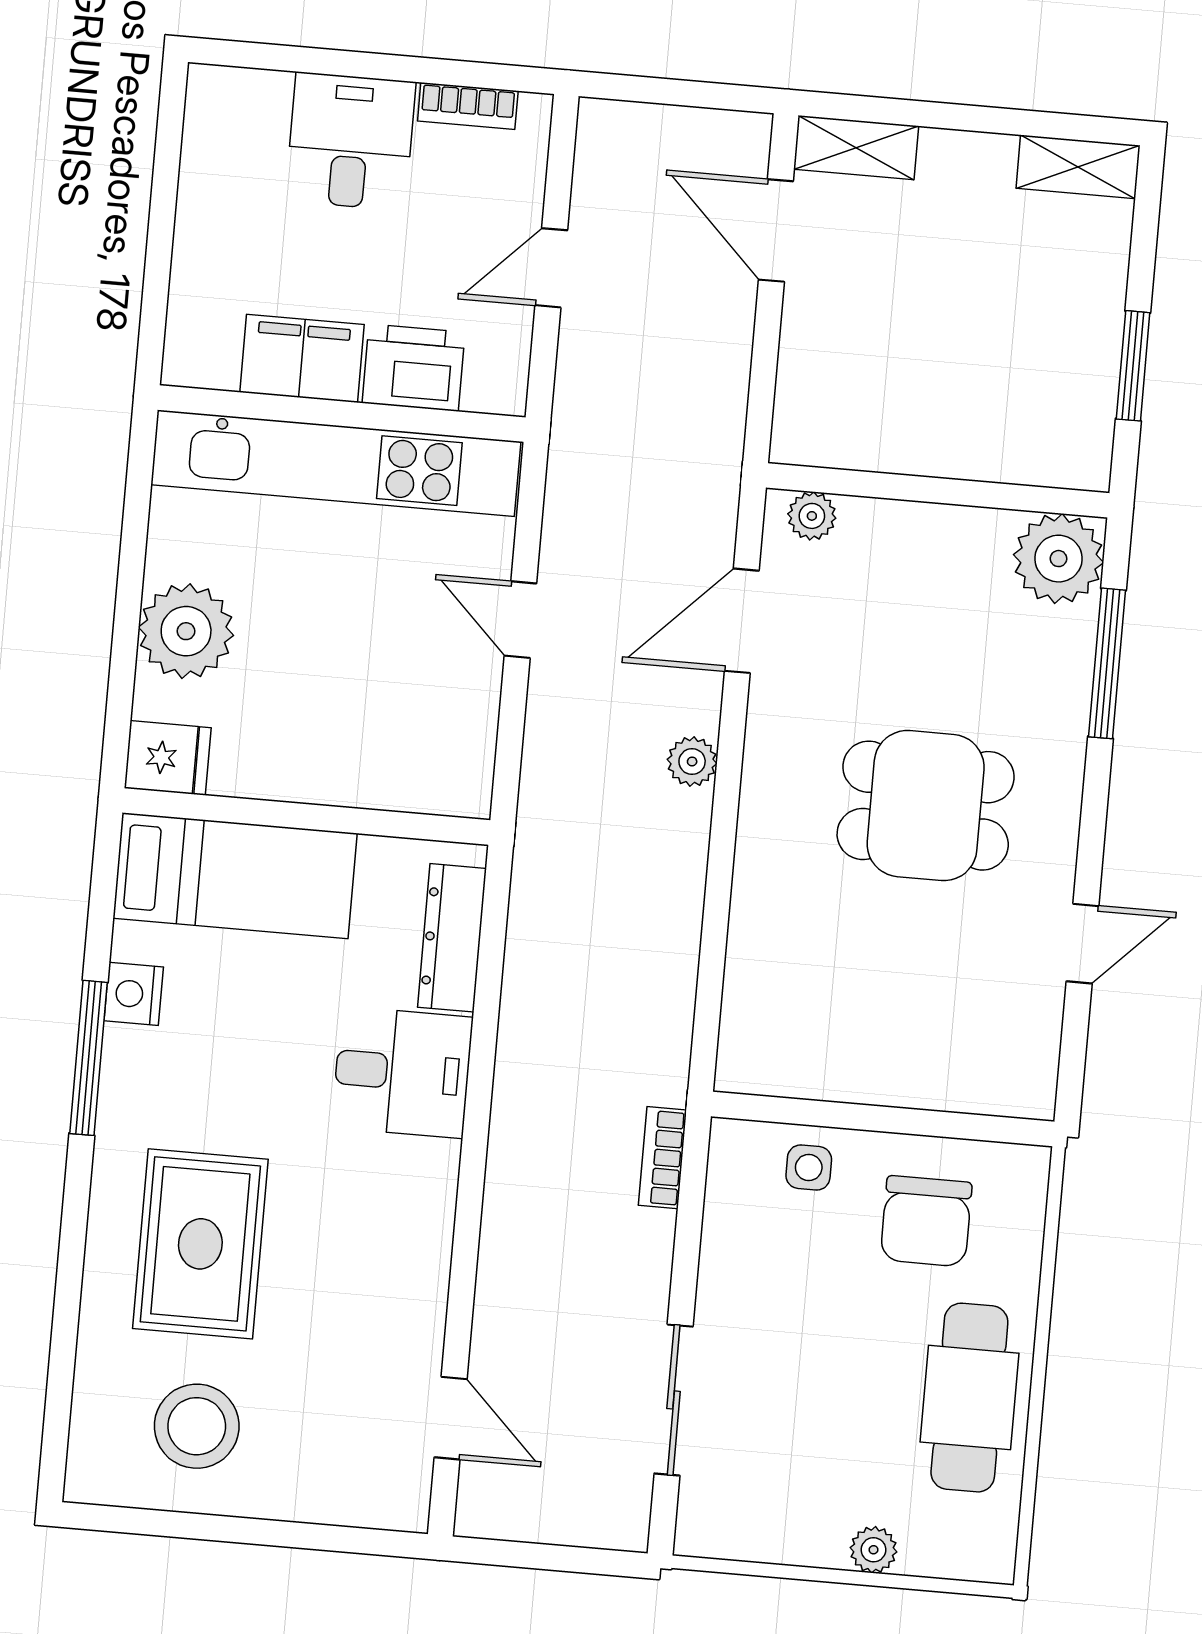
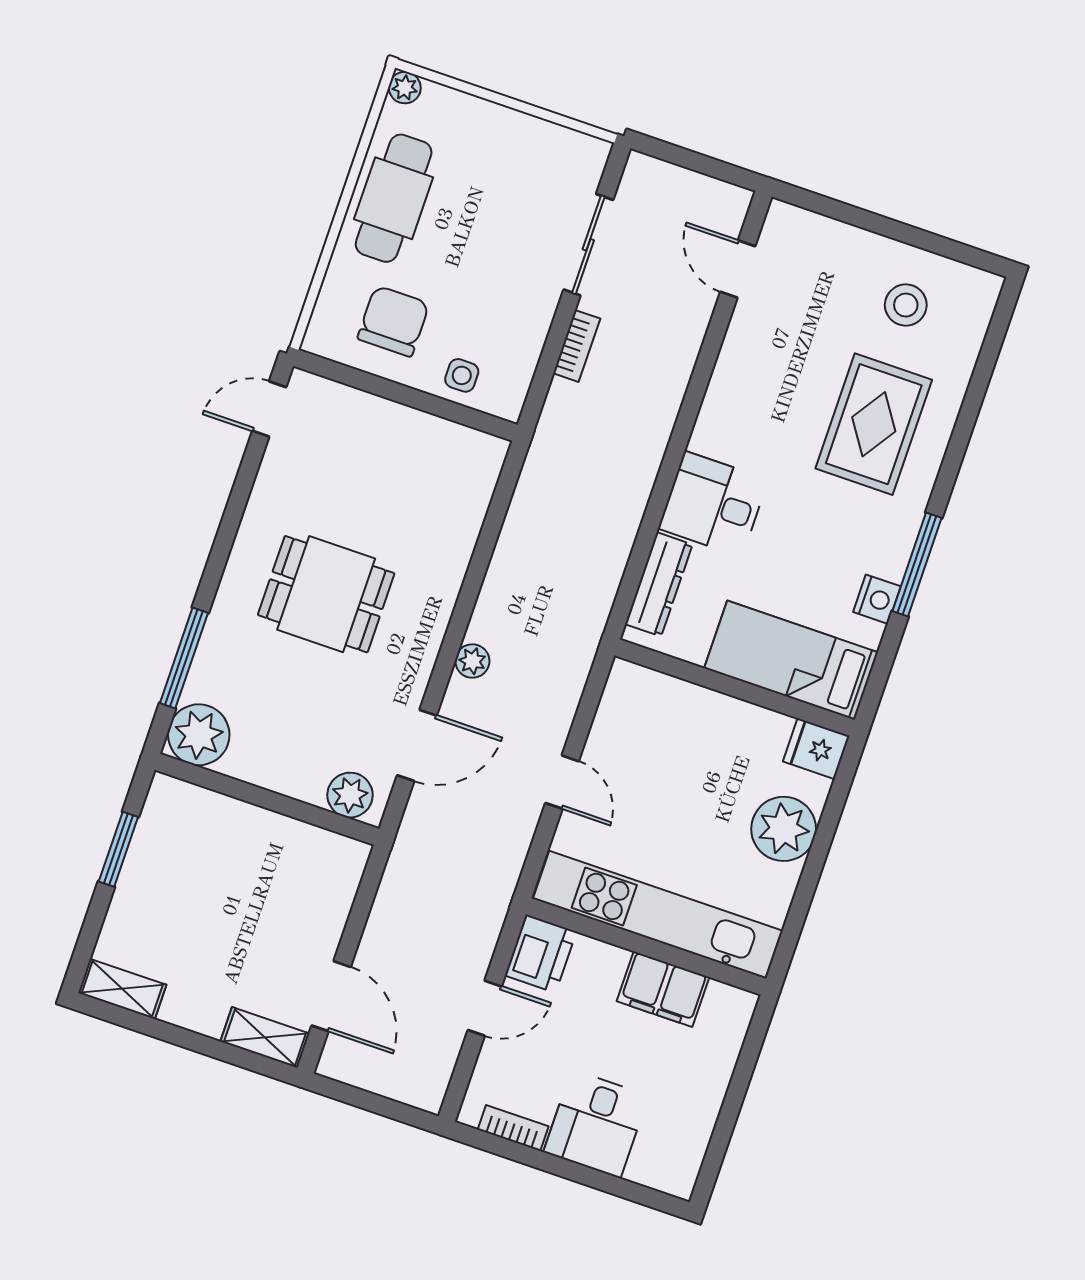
printer: (414, 368) -> (541, 954), moved, turned -90
plant: (812, 516) -> (350, 795), width x1.38, depth x1.38
door: (1082, 944) -> (269, 409), moved
bookcase: (663, 1158) -> (577, 346), moved
stool: (197, 1426) -> (906, 305), width x0.73, depth x0.73
plant: (873, 1550) -> (405, 88), moved

